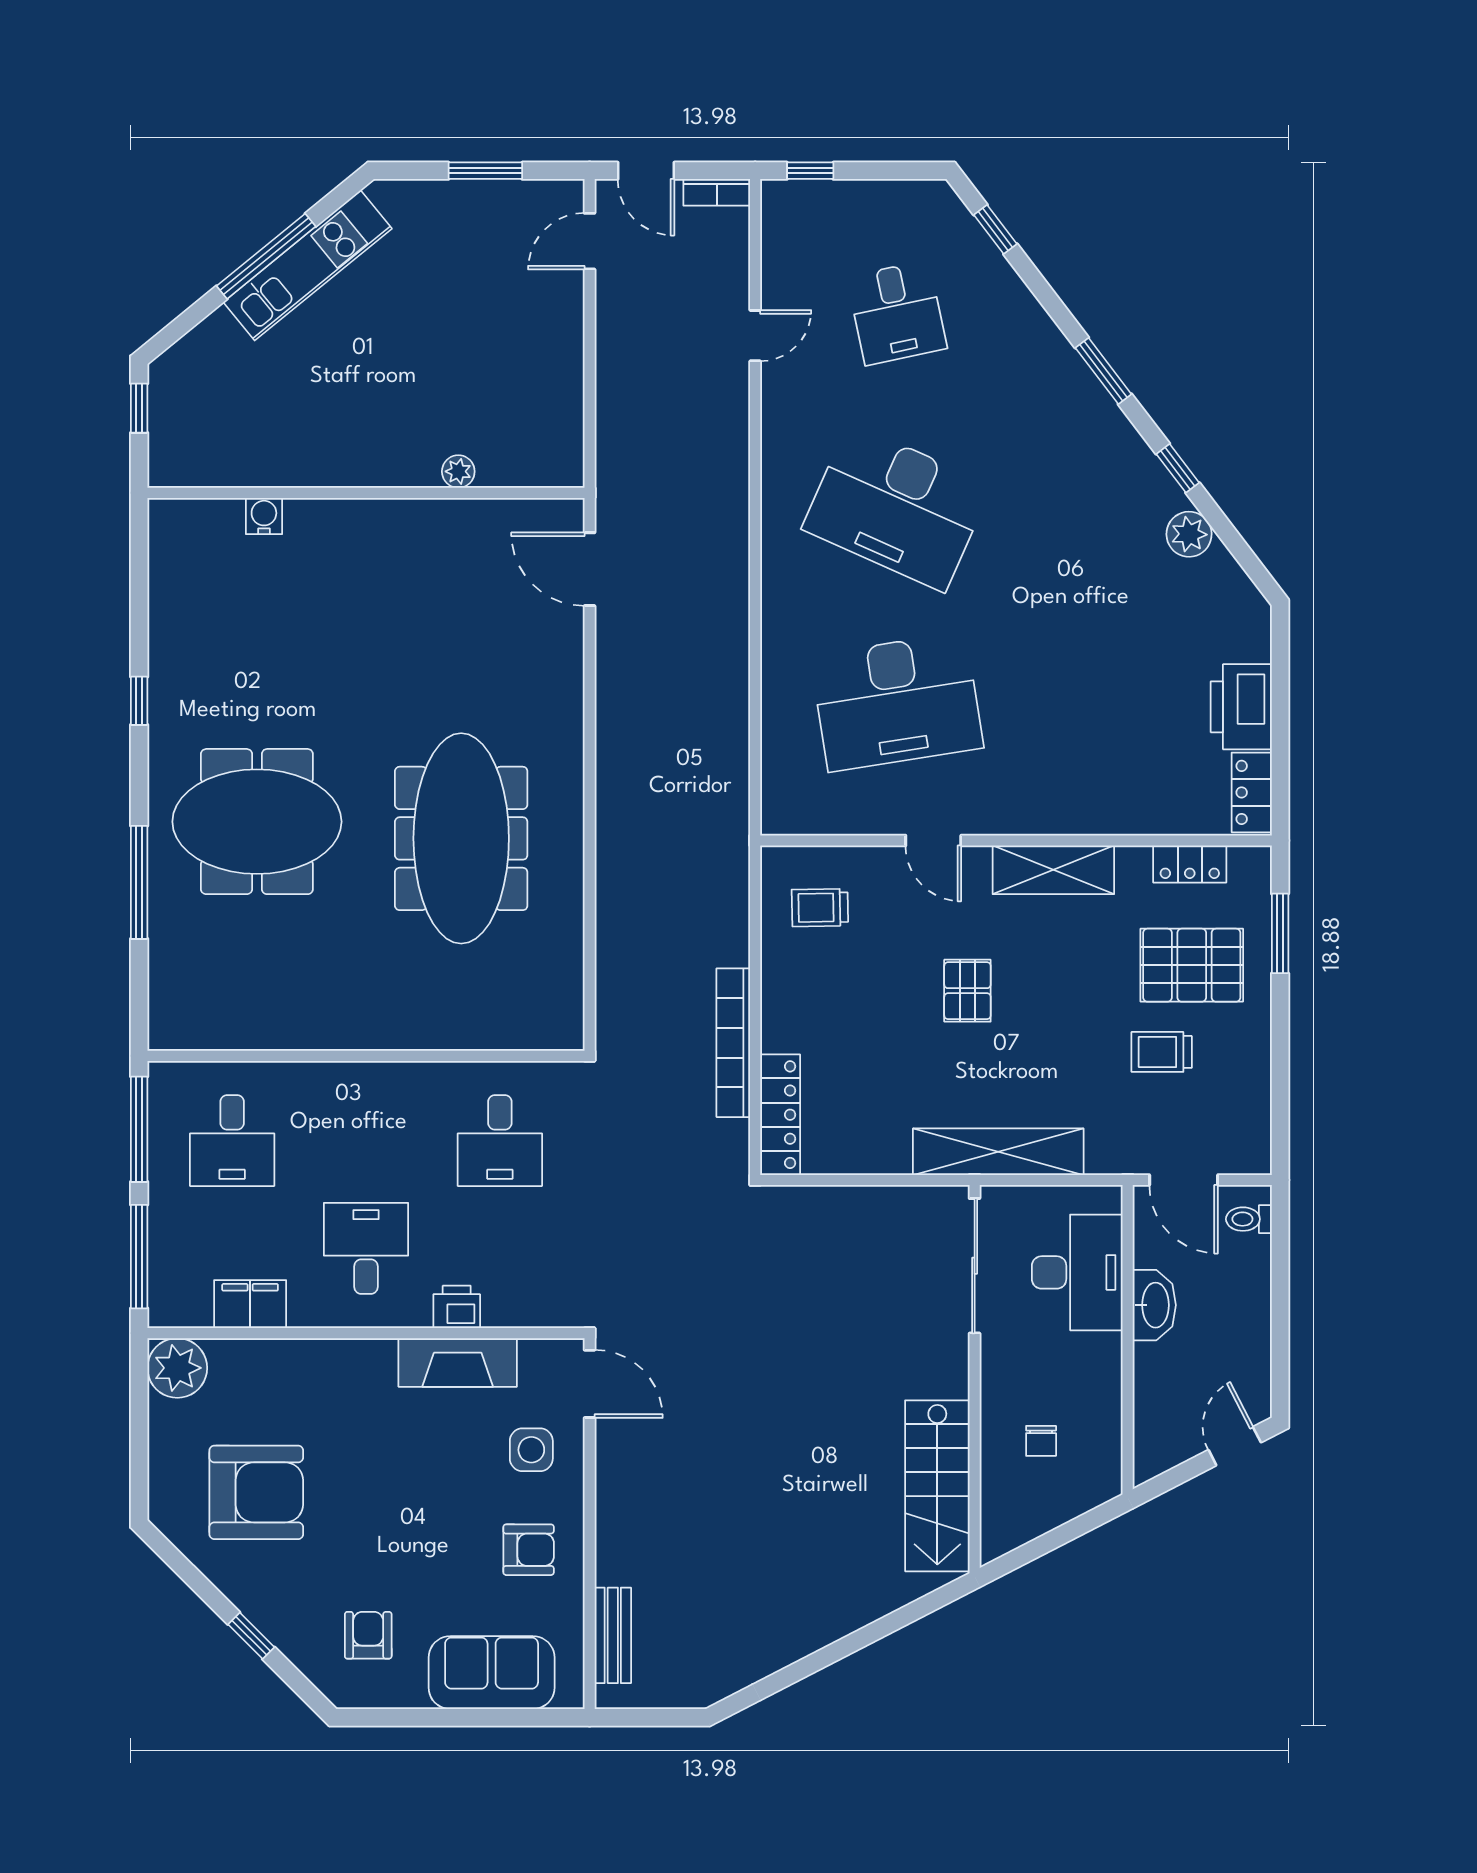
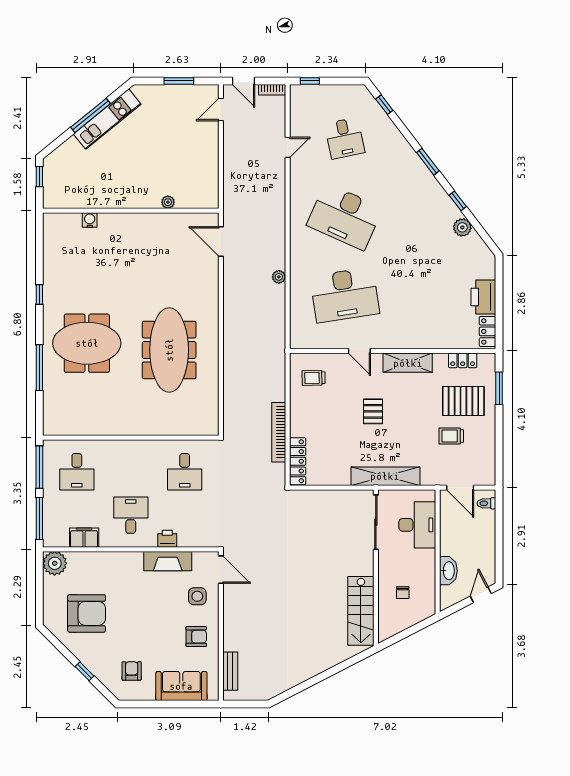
plant: (734, 657) -> (279, 277), added
washbasin: (1154, 1305) -> (448, 571), moved

